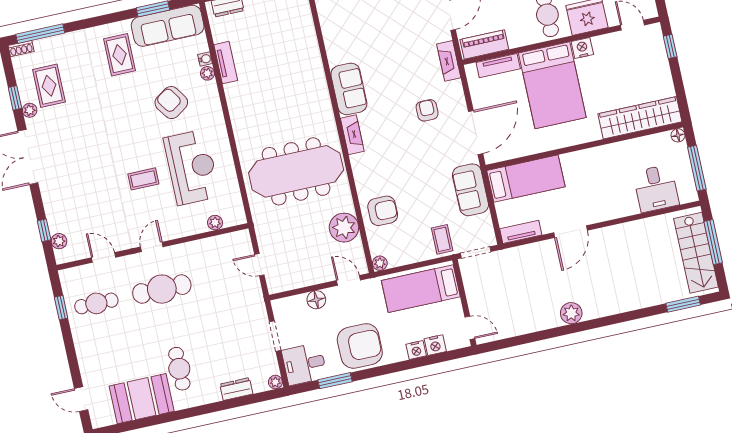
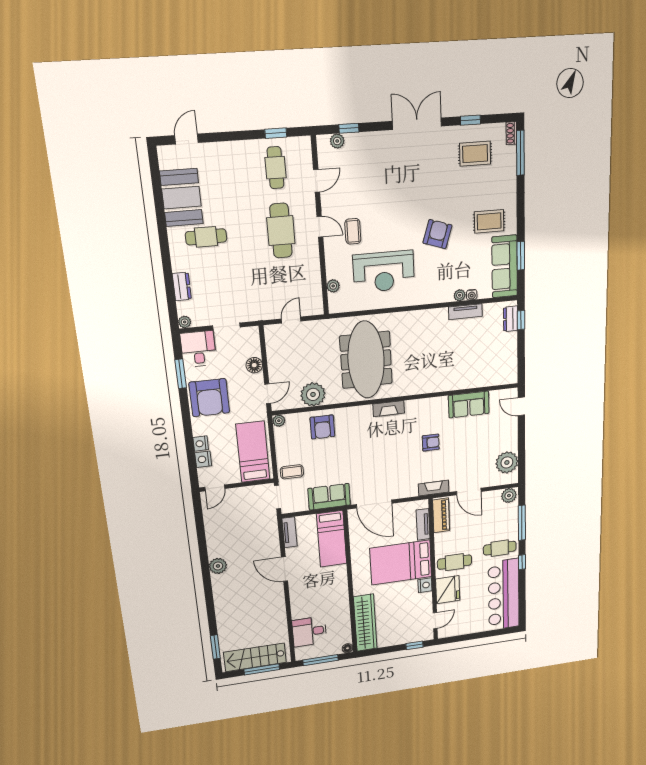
sofa: (349, 89) -> (469, 404), moved
armchair: (171, 103) -> (437, 234), moved, turned -38
plant: (30, 110) -> (457, 132), removed
armchair: (427, 110) -> (431, 443), moved
coffee table: (143, 179) -> (353, 231), moved

